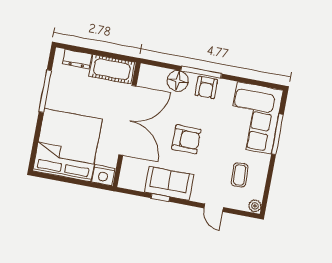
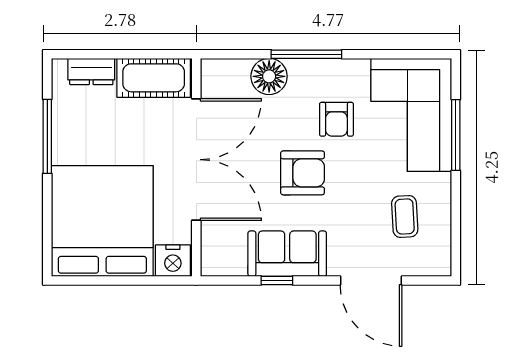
armchair: (206, 87) -> (336, 119), moved
plant: (255, 206) -> (441, 264), removed
door: (214, 208) -> (371, 280), width x1.87

